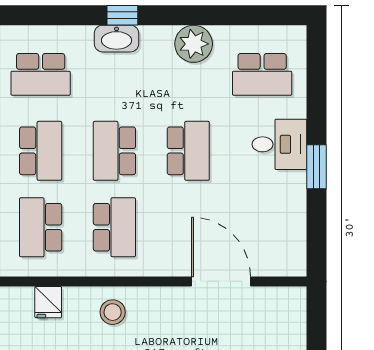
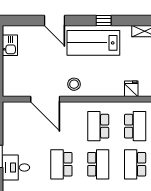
stool: (113, 312) -> (74, 84), moved

